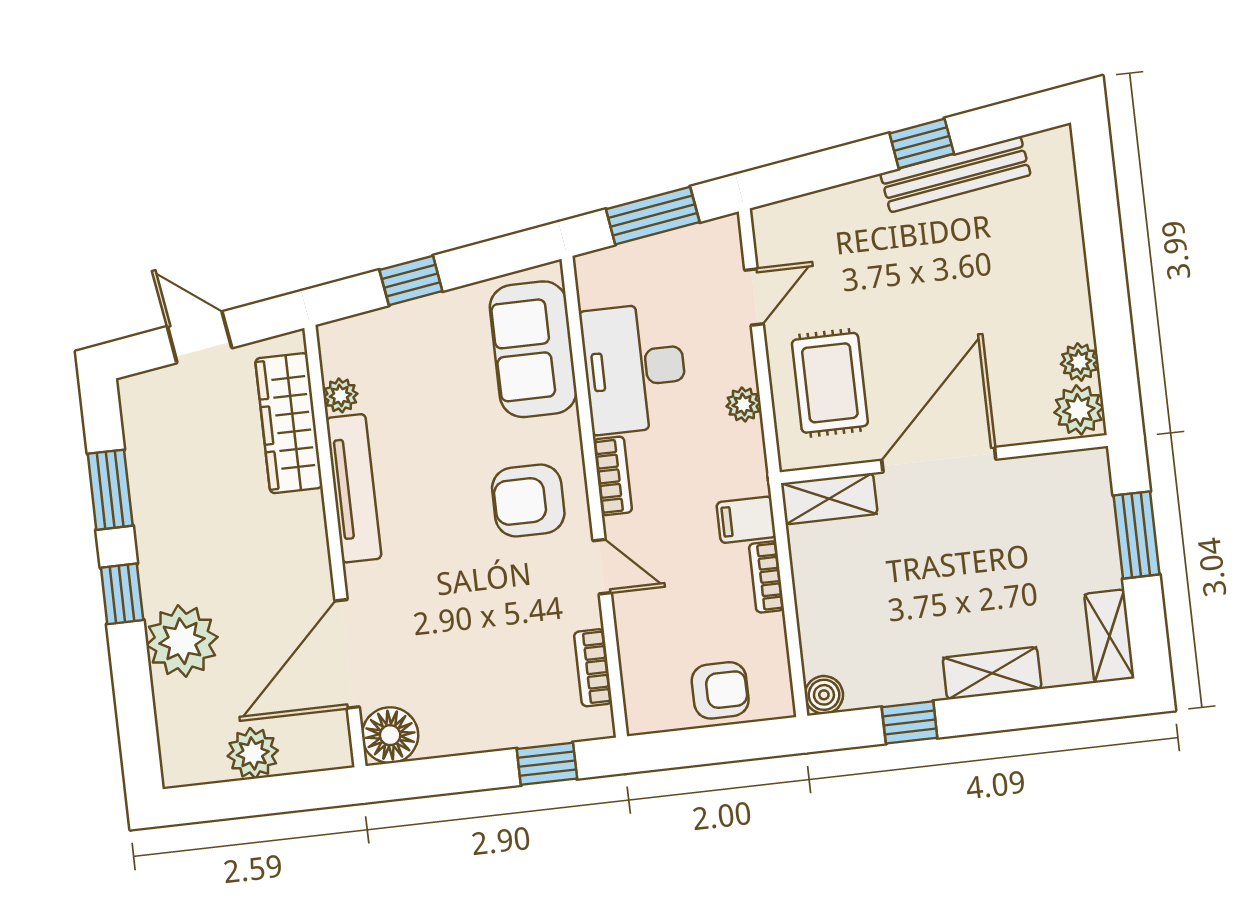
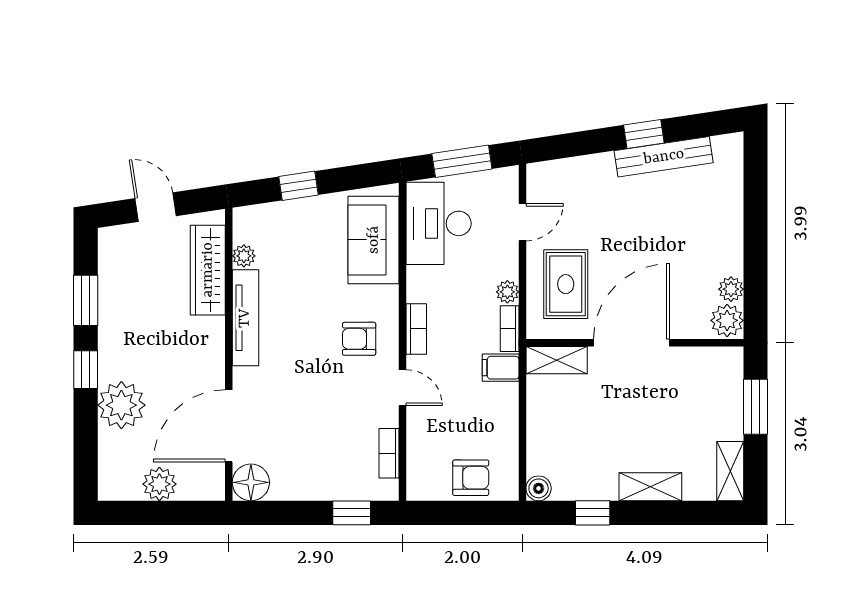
desk: (634, 368) -> (439, 223), moved
armchair: (528, 500) -> (359, 339), width x0.72, depth x0.72
bookcase: (766, 577) -> (510, 329), moved

